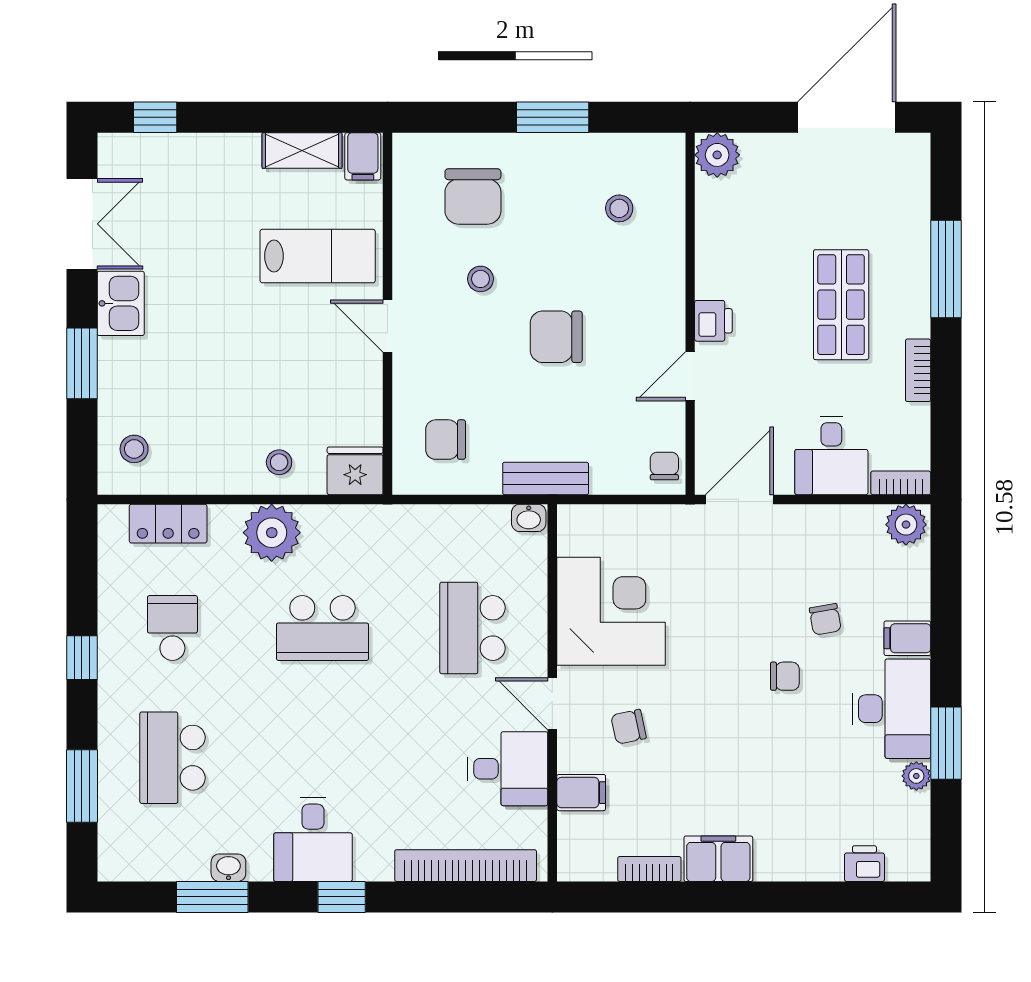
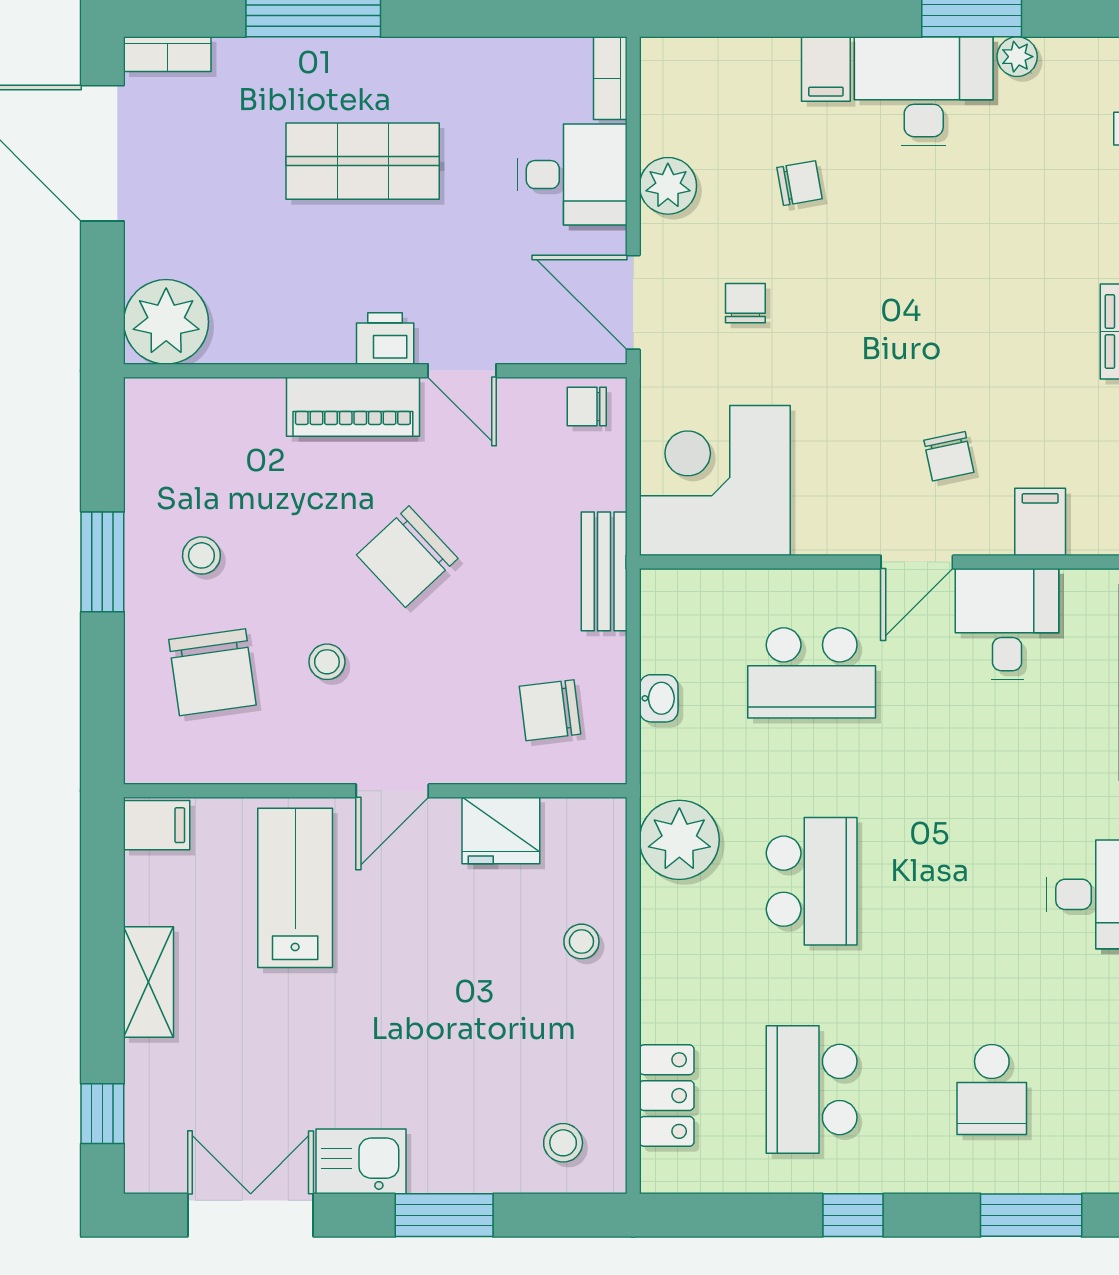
shelving: (302, 150) -> (149, 982), moved
plant: (717, 155) -> (166, 322), width x1.36, depth x1.36
chair: (473, 196) -> (212, 672), turned 82
stool: (619, 208) -> (201, 555), moved
piano: (664, 298) -> (353, 407), added
chair: (556, 337) -> (407, 557), turned 47
bookcase: (918, 370) -> (167, 54), moved
chair: (446, 440) -> (550, 710), turned 83
fridge: (355, 471) -> (501, 830), moved, turned -90
washbasin: (529, 518) -> (659, 698), moved
plant: (906, 525) -> (668, 186), moved
plant: (272, 533) -> (679, 840), moved
corner desk: (611, 611) -> (715, 480), moved
school desk: (172, 628) -> (812, 1090), width x1.85
chair: (785, 676) -> (745, 303), moved
school desk: (172, 758) -> (992, 1090), width x0.54

